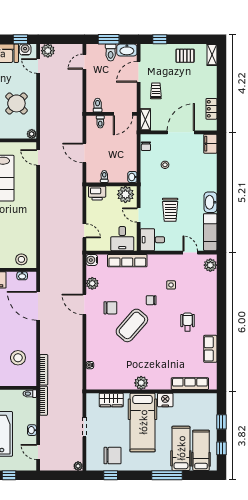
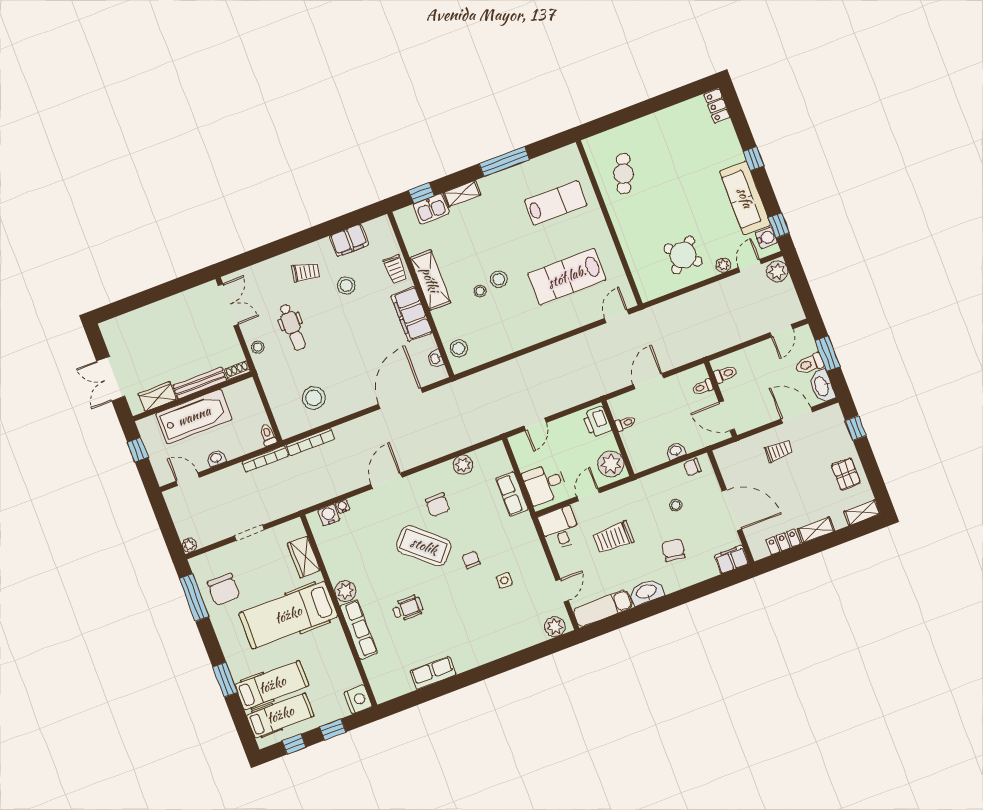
door: (84, 62) -> (781, 331), swing flipped
shelving: (145, 120) -> (816, 530), moved
plant: (32, 134) -> (723, 265), moved
washbasin: (132, 177) -> (676, 451), moved
chair: (191, 177) -> (673, 550), added
water cooler: (92, 260) -> (329, 515), moved
row of seats: (127, 261) -> (512, 494), width x0.68
door: (84, 304) -> (386, 481), moved
wheelchair: (188, 322) -> (407, 608), moved
row of seats: (190, 384) -> (359, 630), moved
nightstand: (165, 400) -> (358, 699), moved
door: (38, 452) -> (188, 479), hinge flipped
window: (111, 475) -> (194, 598), width x2.17
window: (167, 475) -> (225, 680), width x0.69

